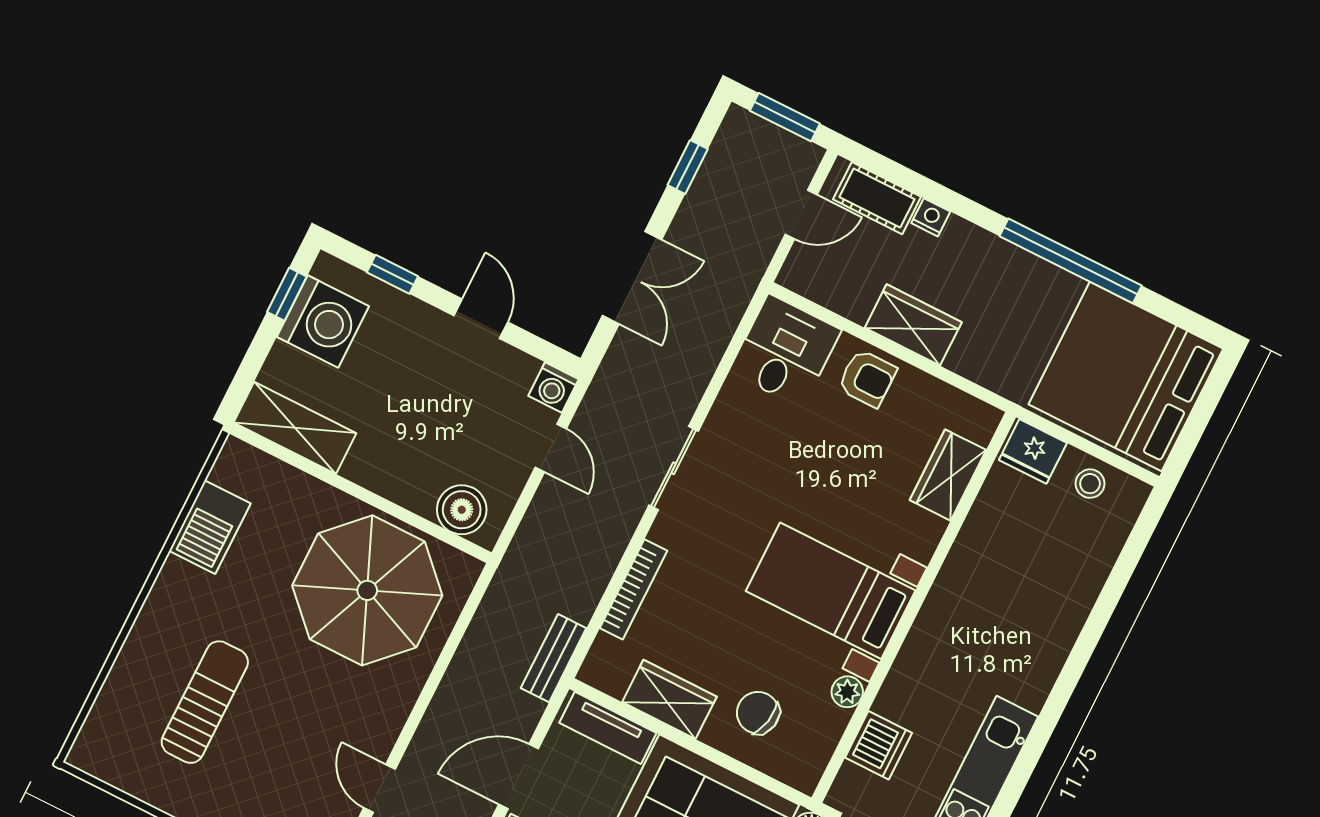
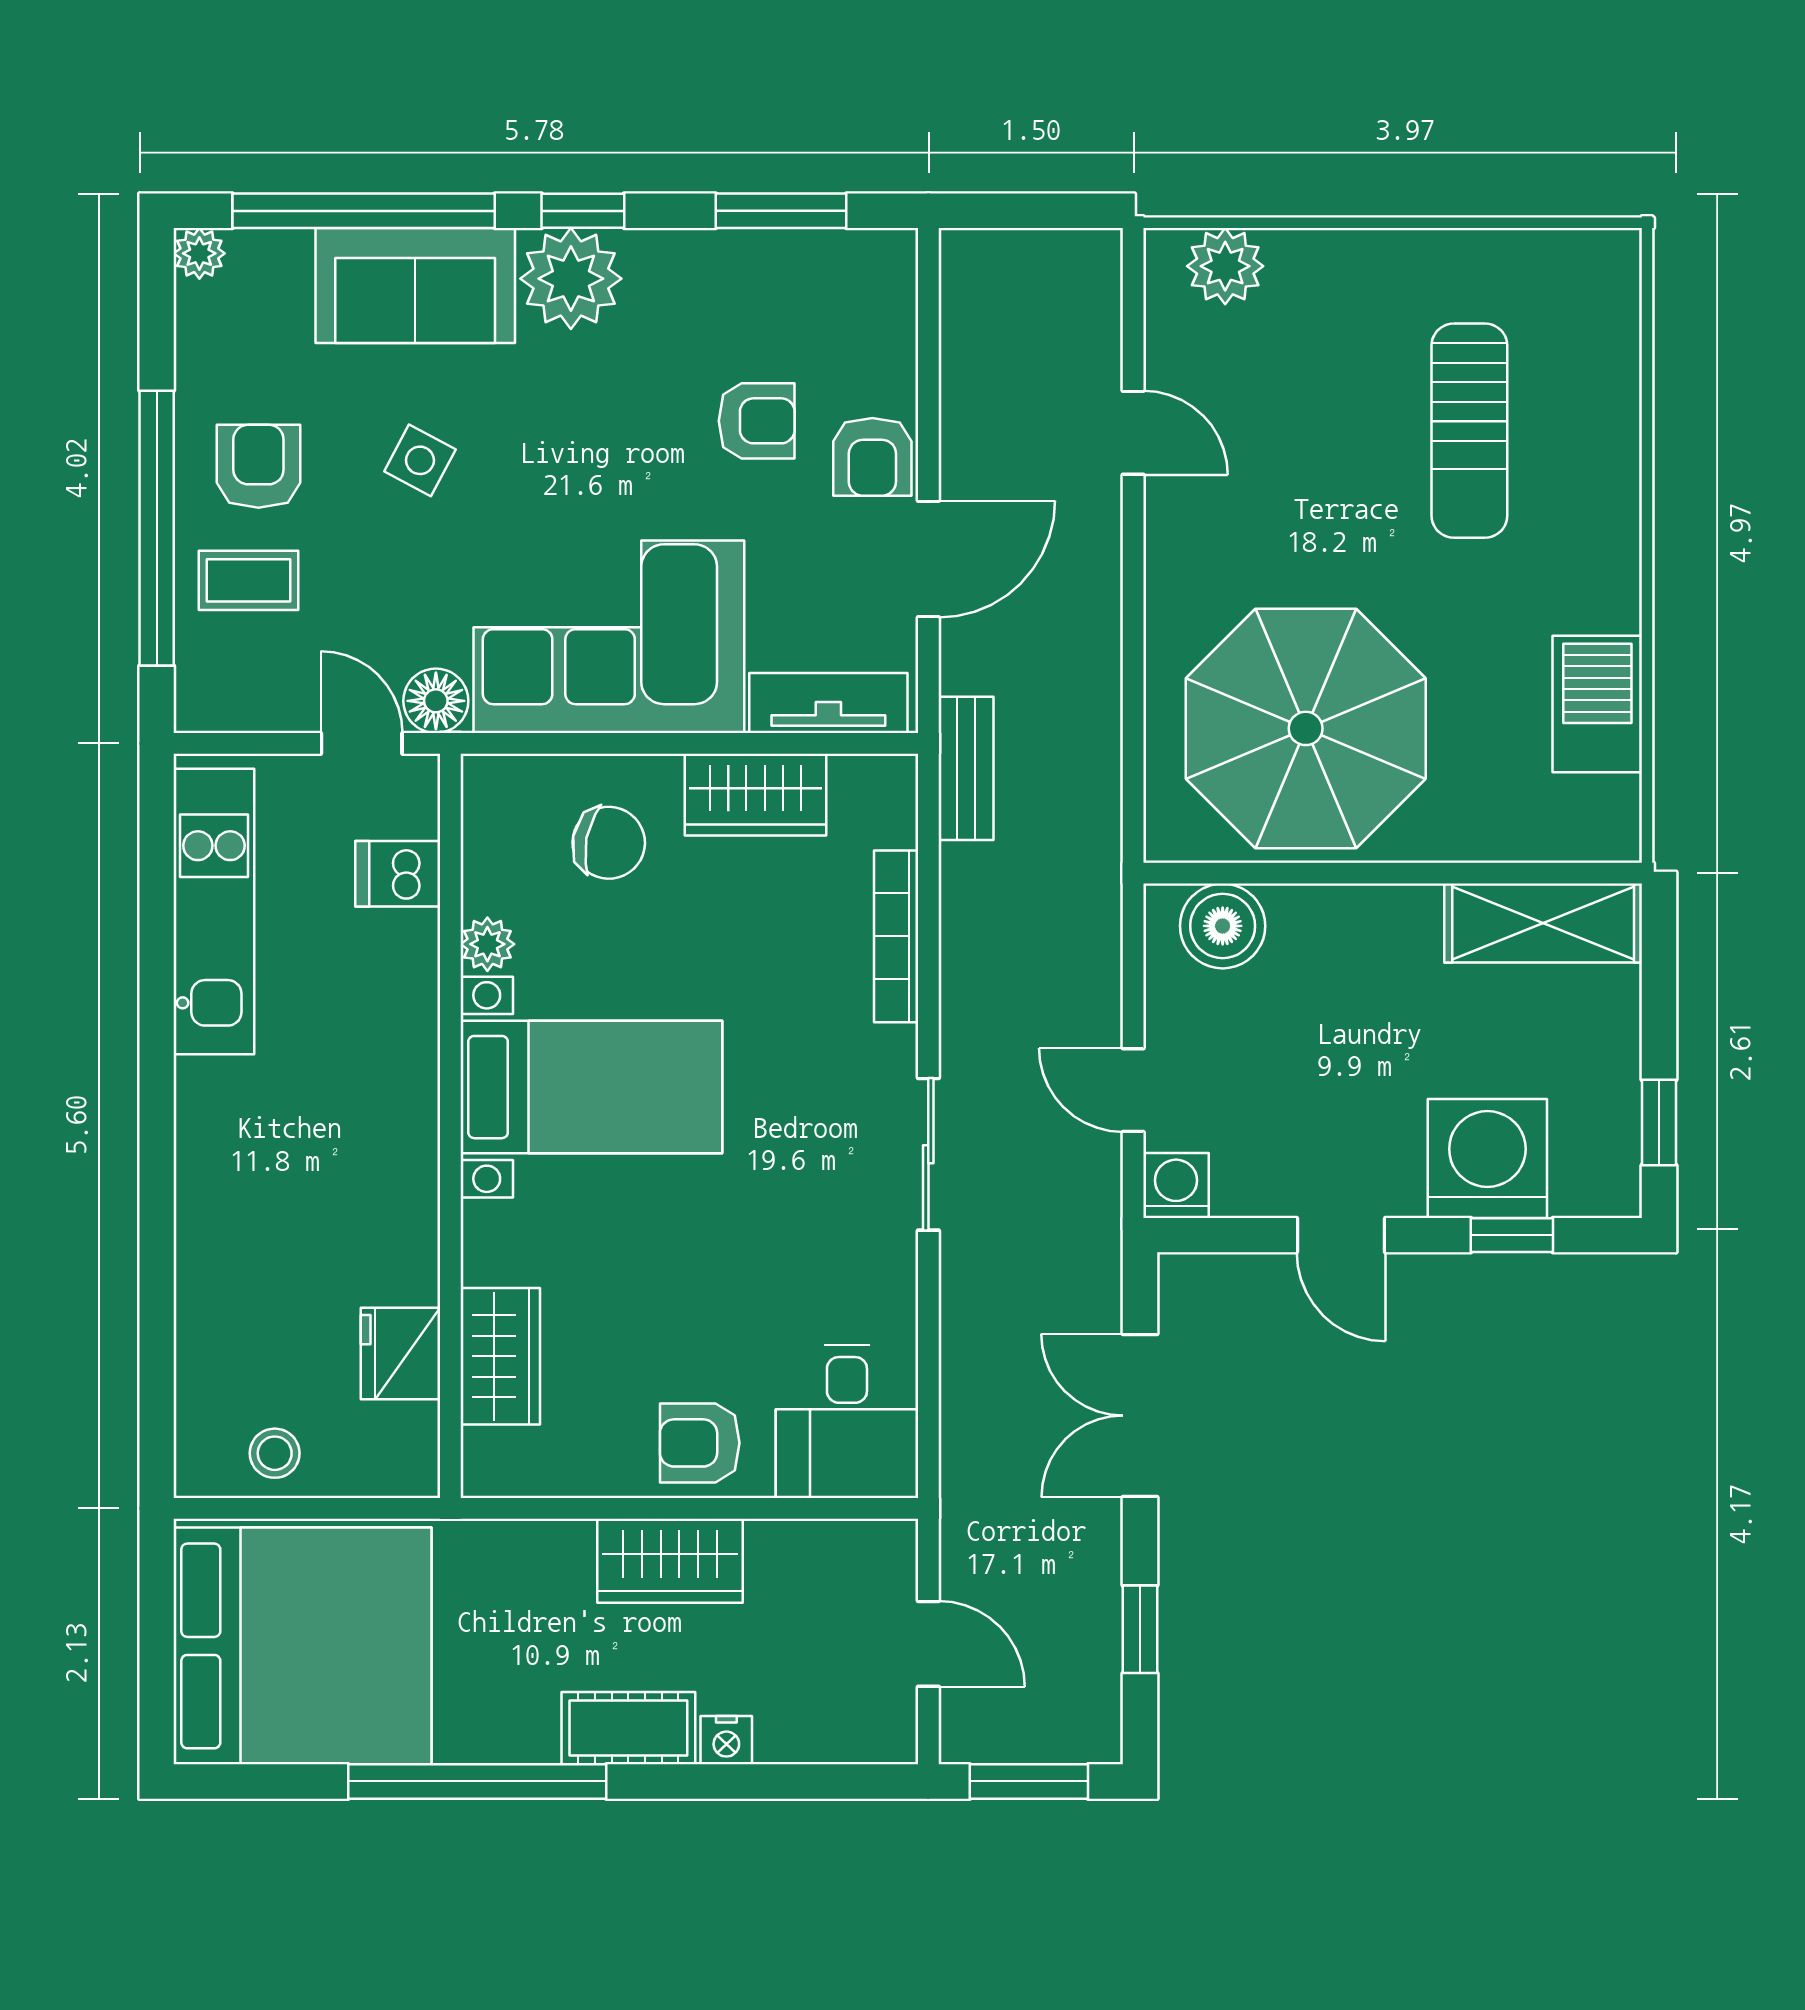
cot: (877, 198) -> (628, 1728), moved
door: (801, 215) -> (928, 1644), swing flipped
washing machine: (323, 321) -> (1487, 1159), moved, turned 90
fridge: (1033, 451) -> (400, 1354), moved, turned -90
dishwasher: (879, 745) -> (398, 874), width x0.73

